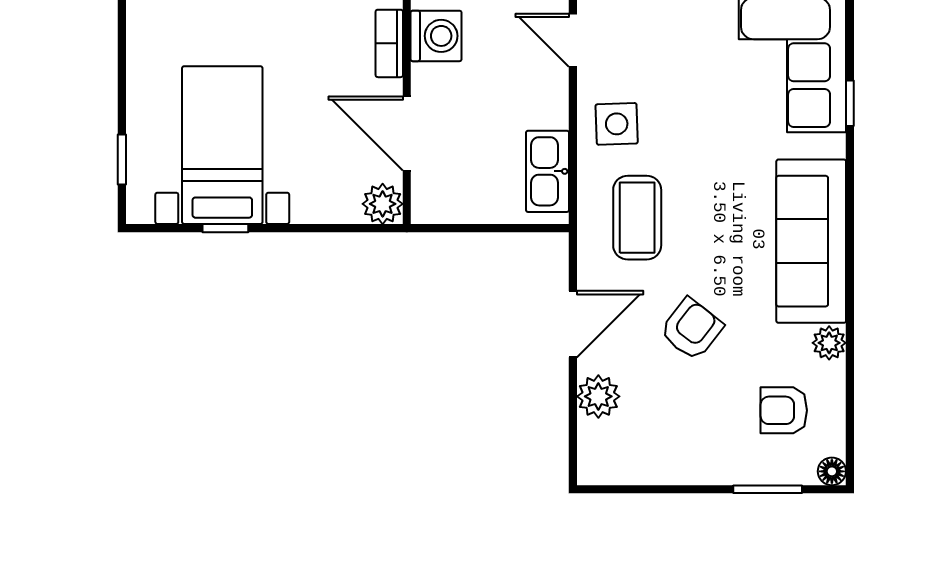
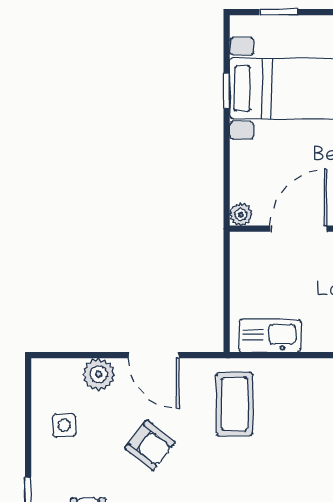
side table: (617, 124) -> (64, 425), moved, width x0.73, depth x0.73
plant: (383, 204) -> (241, 215), width x0.73, depth x0.73
coffee table: (637, 218) -> (235, 404), turned 90

